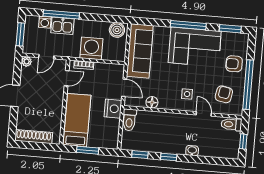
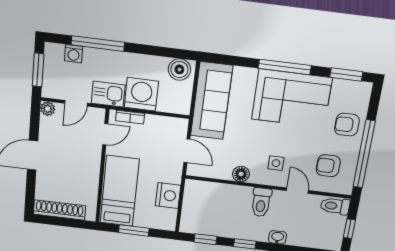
kitchen sink: (62, 26) -> (108, 94), moved, turned 180
armchair: (224, 94) -> (328, 166), turned -100
floor lamp: (152, 102) -> (241, 174), moved
nightstand: (113, 109) -> (168, 195), moved
toilet: (129, 120) -> (261, 202), moved

